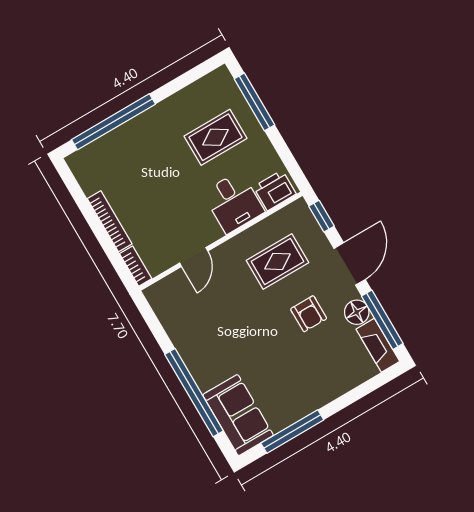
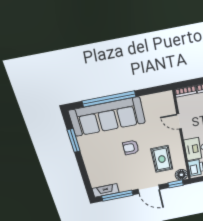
floor lamp: (357, 312) -> (181, 175), moved
armchair: (309, 314) -> (131, 148), moved
sofa: (238, 415) -> (107, 117), width x1.85, depth x1.27
window: (292, 431) -> (74, 140), width x0.69

